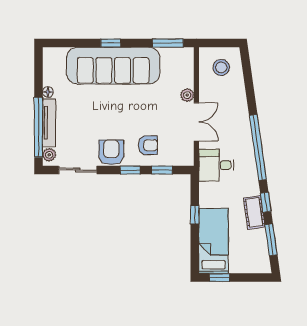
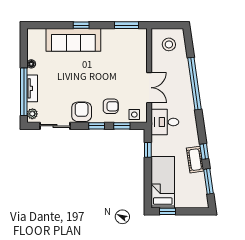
sofa: (113, 66) -> (73, 40), width x0.74, depth x0.79
plant: (187, 95) -> (142, 66), removed
tv unit: (49, 123) -> (32, 88), width x0.71
window: (258, 147) -> (195, 84), moved
side table: (178, 156) -> (134, 115), added
window: (195, 215) -> (148, 150), moved

